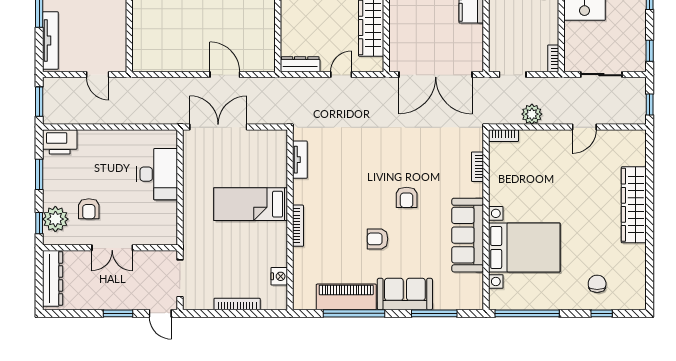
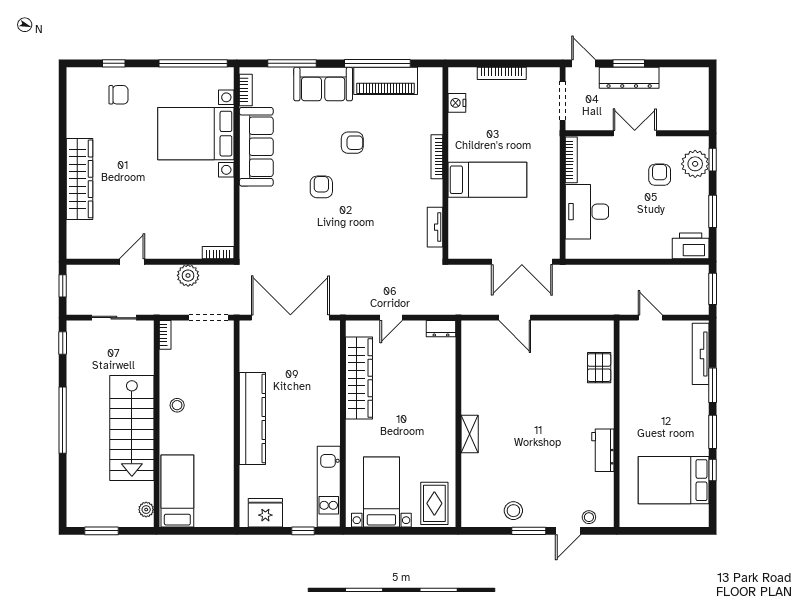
pallet: (146, 28) -> (599, 368), added
dresser: (300, 64) -> (441, 329), width x0.70
doorway: (513, 75) -> (208, 318), width x1.38
bookcase: (477, 167) -> (246, 90), moved
bookcase: (172, 223) -> (571, 160), added
dresser: (53, 278) -> (629, 78), moved, turned -90
chair: (597, 284) -> (118, 95), turned -90

